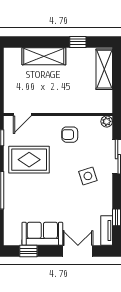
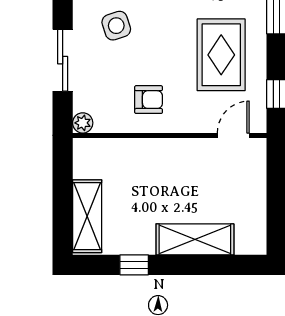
rug: (29, 160) -> (221, 55), turned 90

